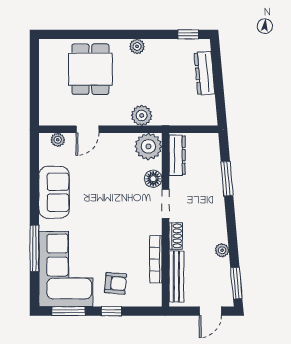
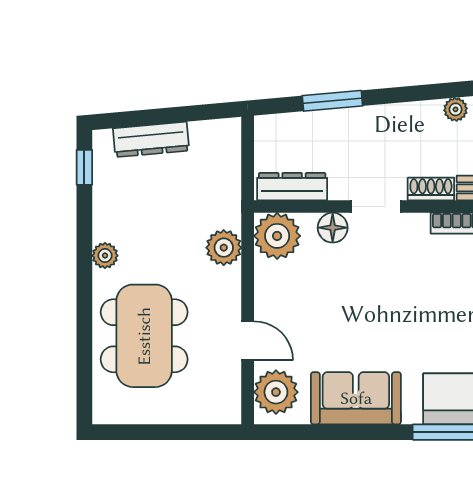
dining table: (90, 69) -> (144, 336), width x1.38
plant: (58, 140) -> (276, 392), width x1.88, depth x1.88

